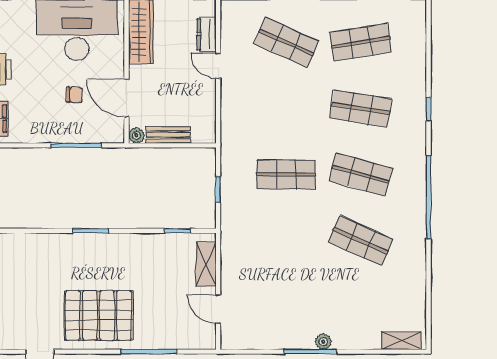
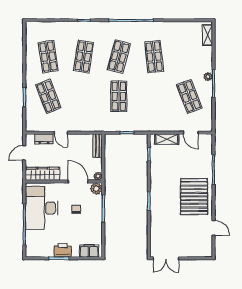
shop shelf: (286, 42) -> (48, 96), turned -45
door: (218, 66) -> (61, 133), hinge flipped
door: (126, 98) -> (78, 182), swing flipped
plant: (113, 132) -> (96, 189), added
bench: (168, 135) -> (98, 146), moved
shop shelf: (361, 241) -> (154, 57), turned -30
shop shelf: (286, 307) -> (189, 96), added
door: (218, 309) -> (191, 133), hinge flipped

